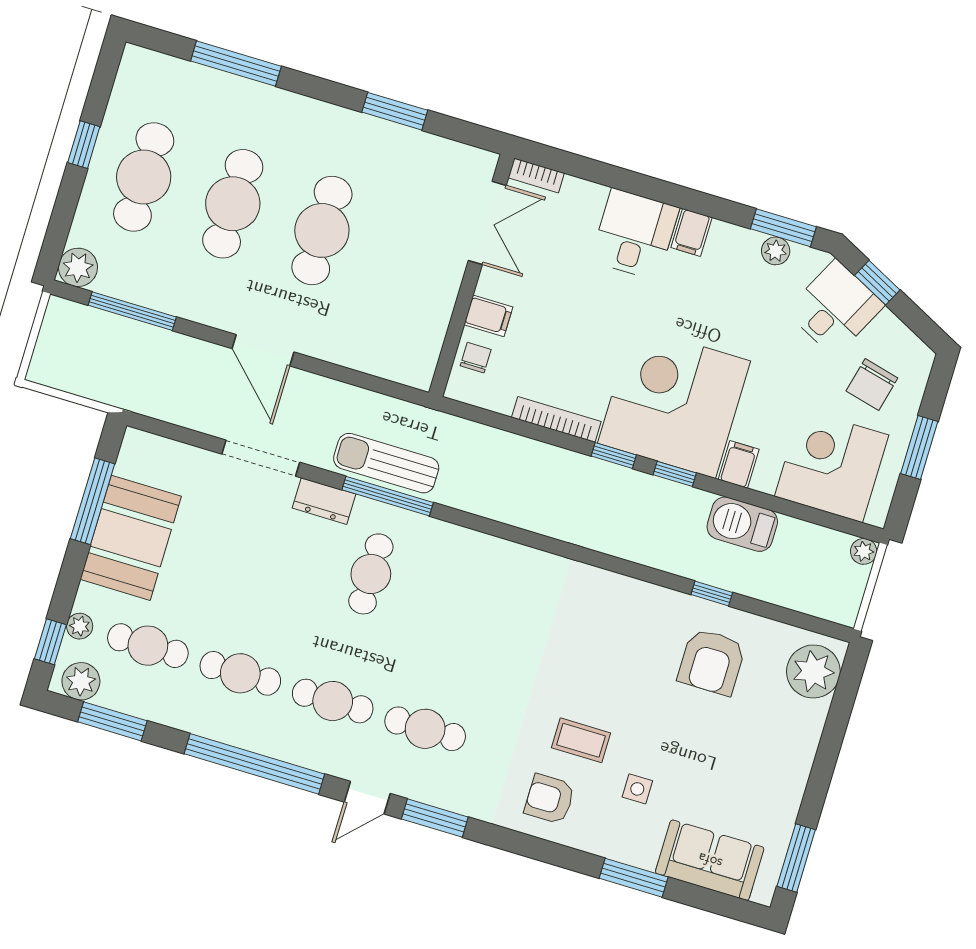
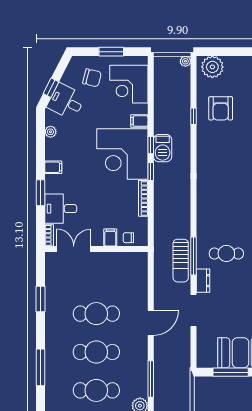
window: (783, 228) -> (40, 193), moved
desk: (635, 234) -> (61, 209), moved
barbecue: (742, 524) -> (163, 148), moved
plant: (864, 551) -> (185, 61), moved
armchair: (712, 662) -> (221, 108), turned 90

